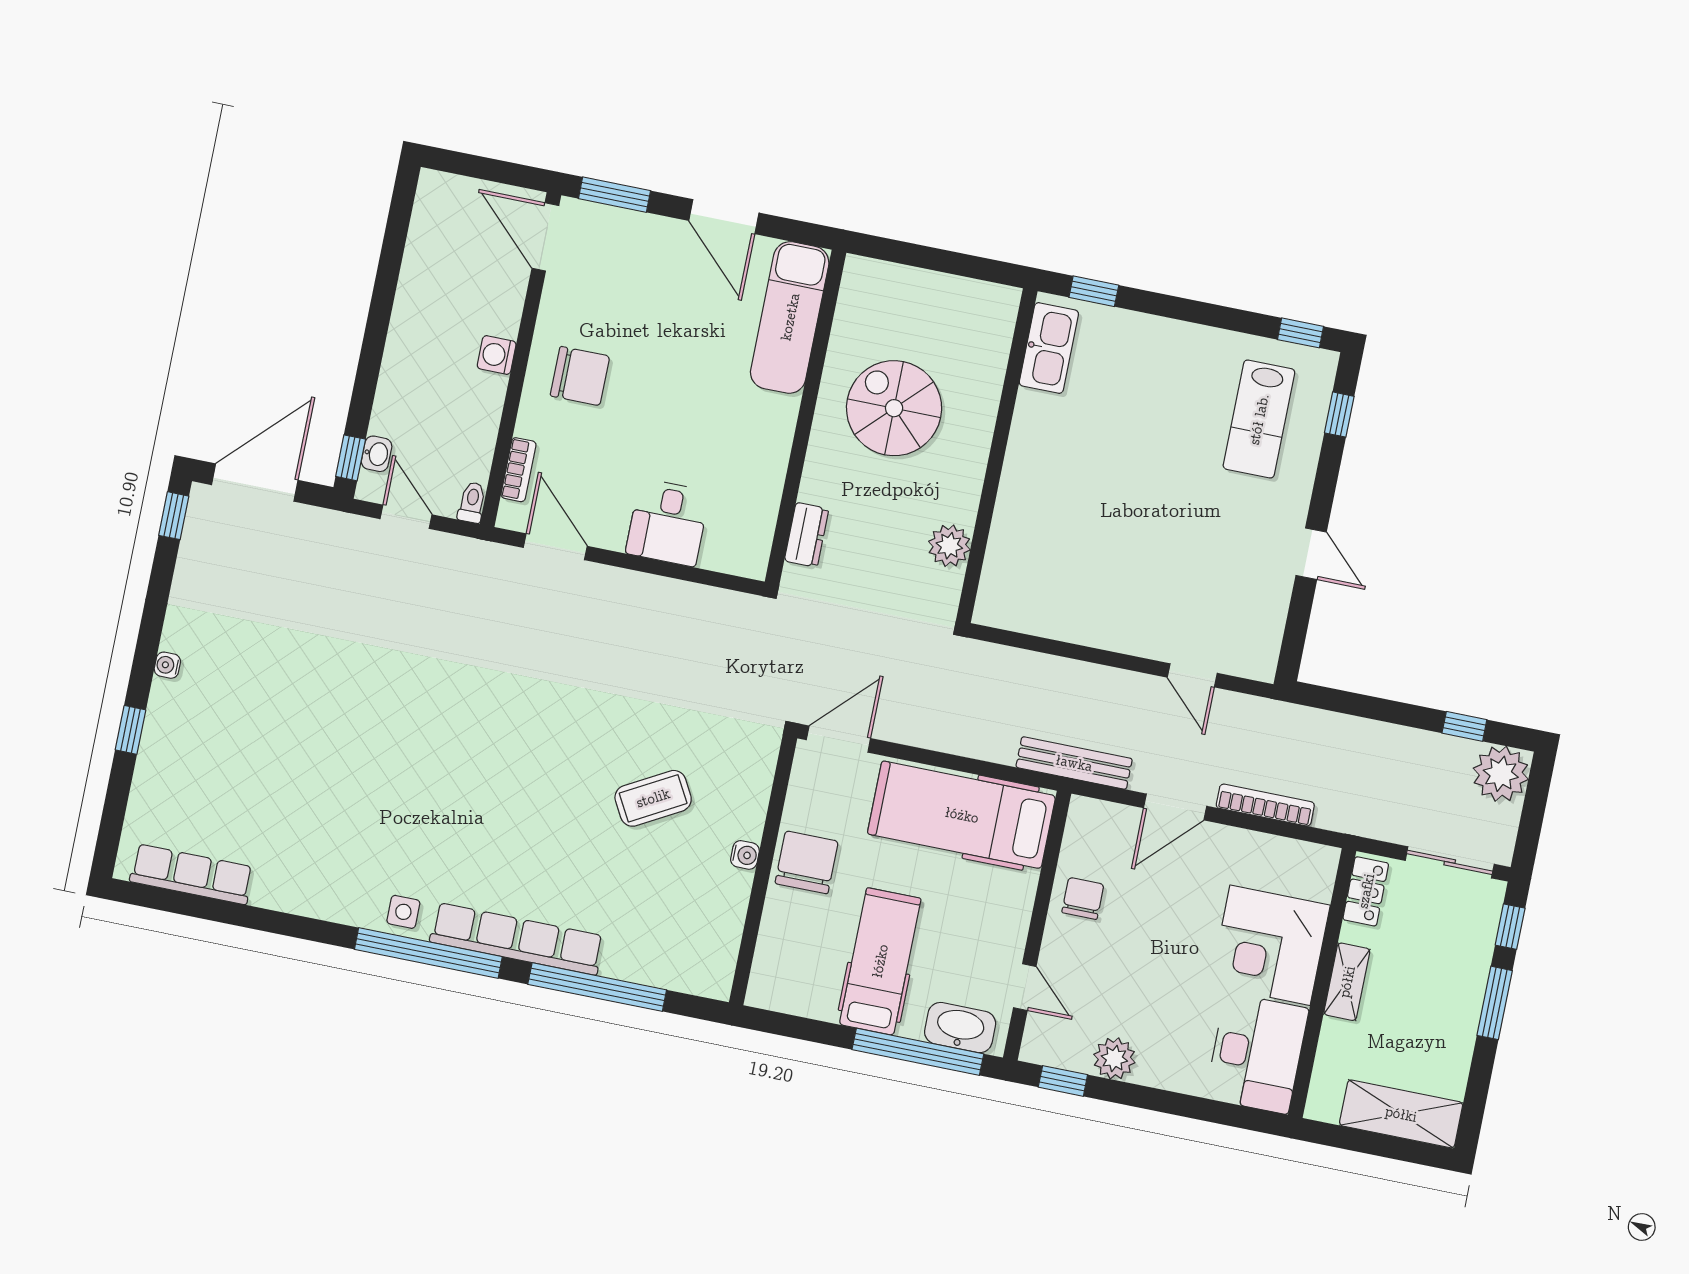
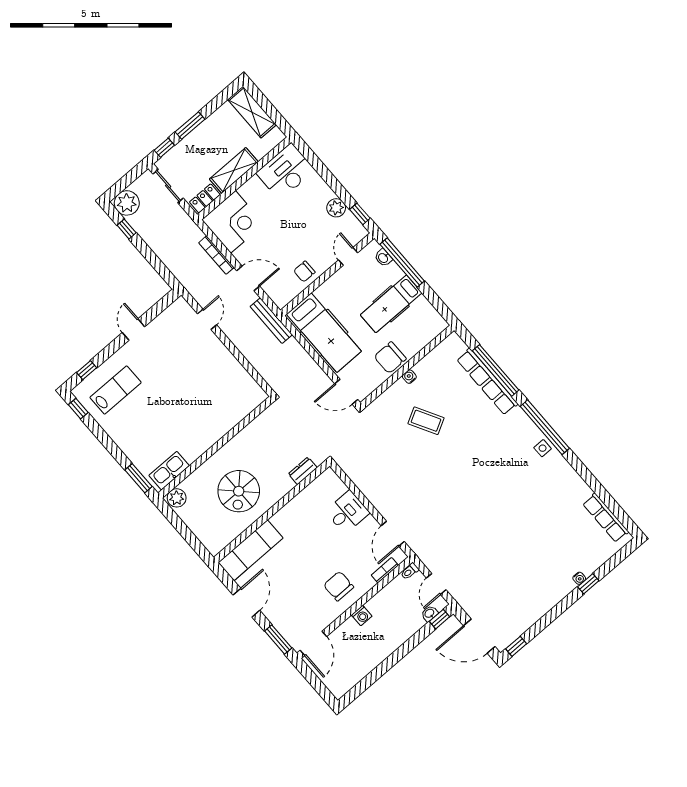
window: (1094, 291) -> (139, 478), width x1.50
plant: (949, 546) -> (177, 498), moved
water cooler: (167, 665) -> (579, 578), moved
row of seats: (517, 939) -> (487, 382), moved
corner desk: (1270, 945) -> (233, 222), moved
shelving: (1347, 982) -> (234, 170), width x1.50, depth x1.33
washbasin: (960, 1028) -> (383, 258), width x0.52, depth x0.69

